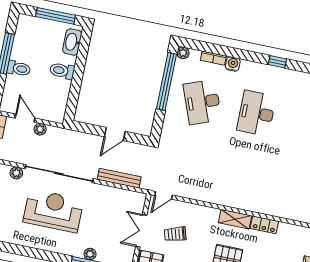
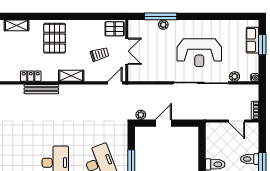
plant: (40, 129) -> (141, 115), moved
bench: (119, 178) -> (41, 89), moved
shelving: (235, 219) -> (71, 76), moved

